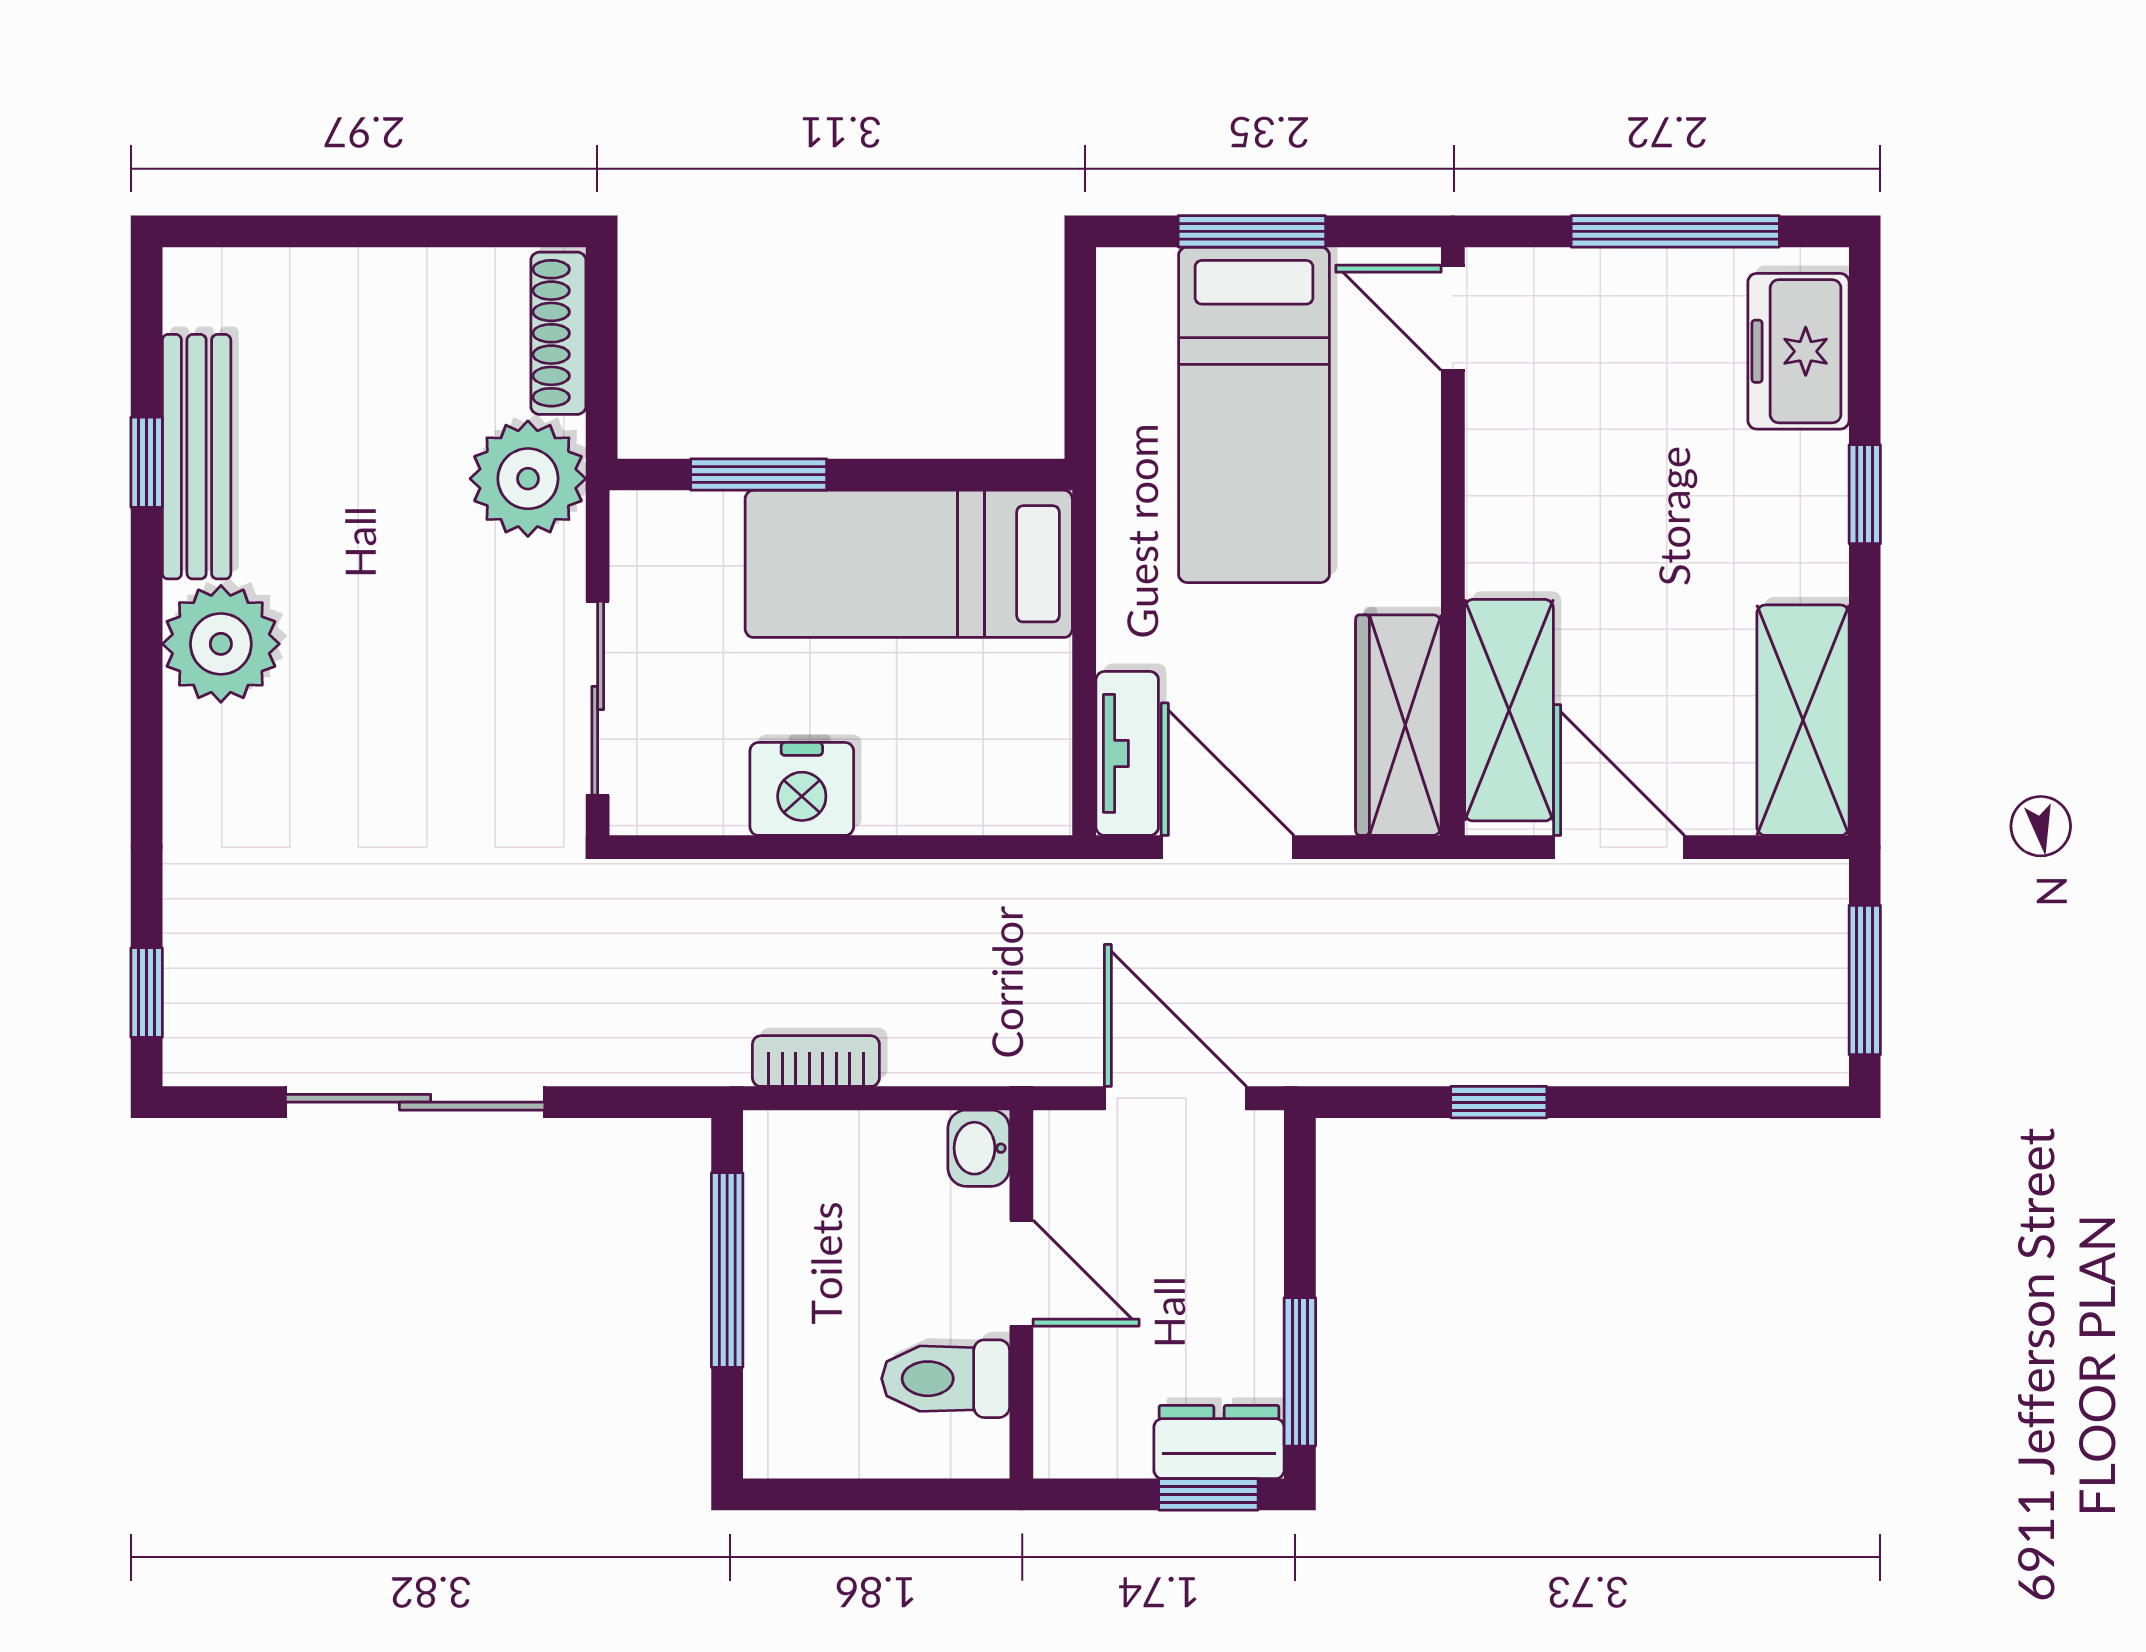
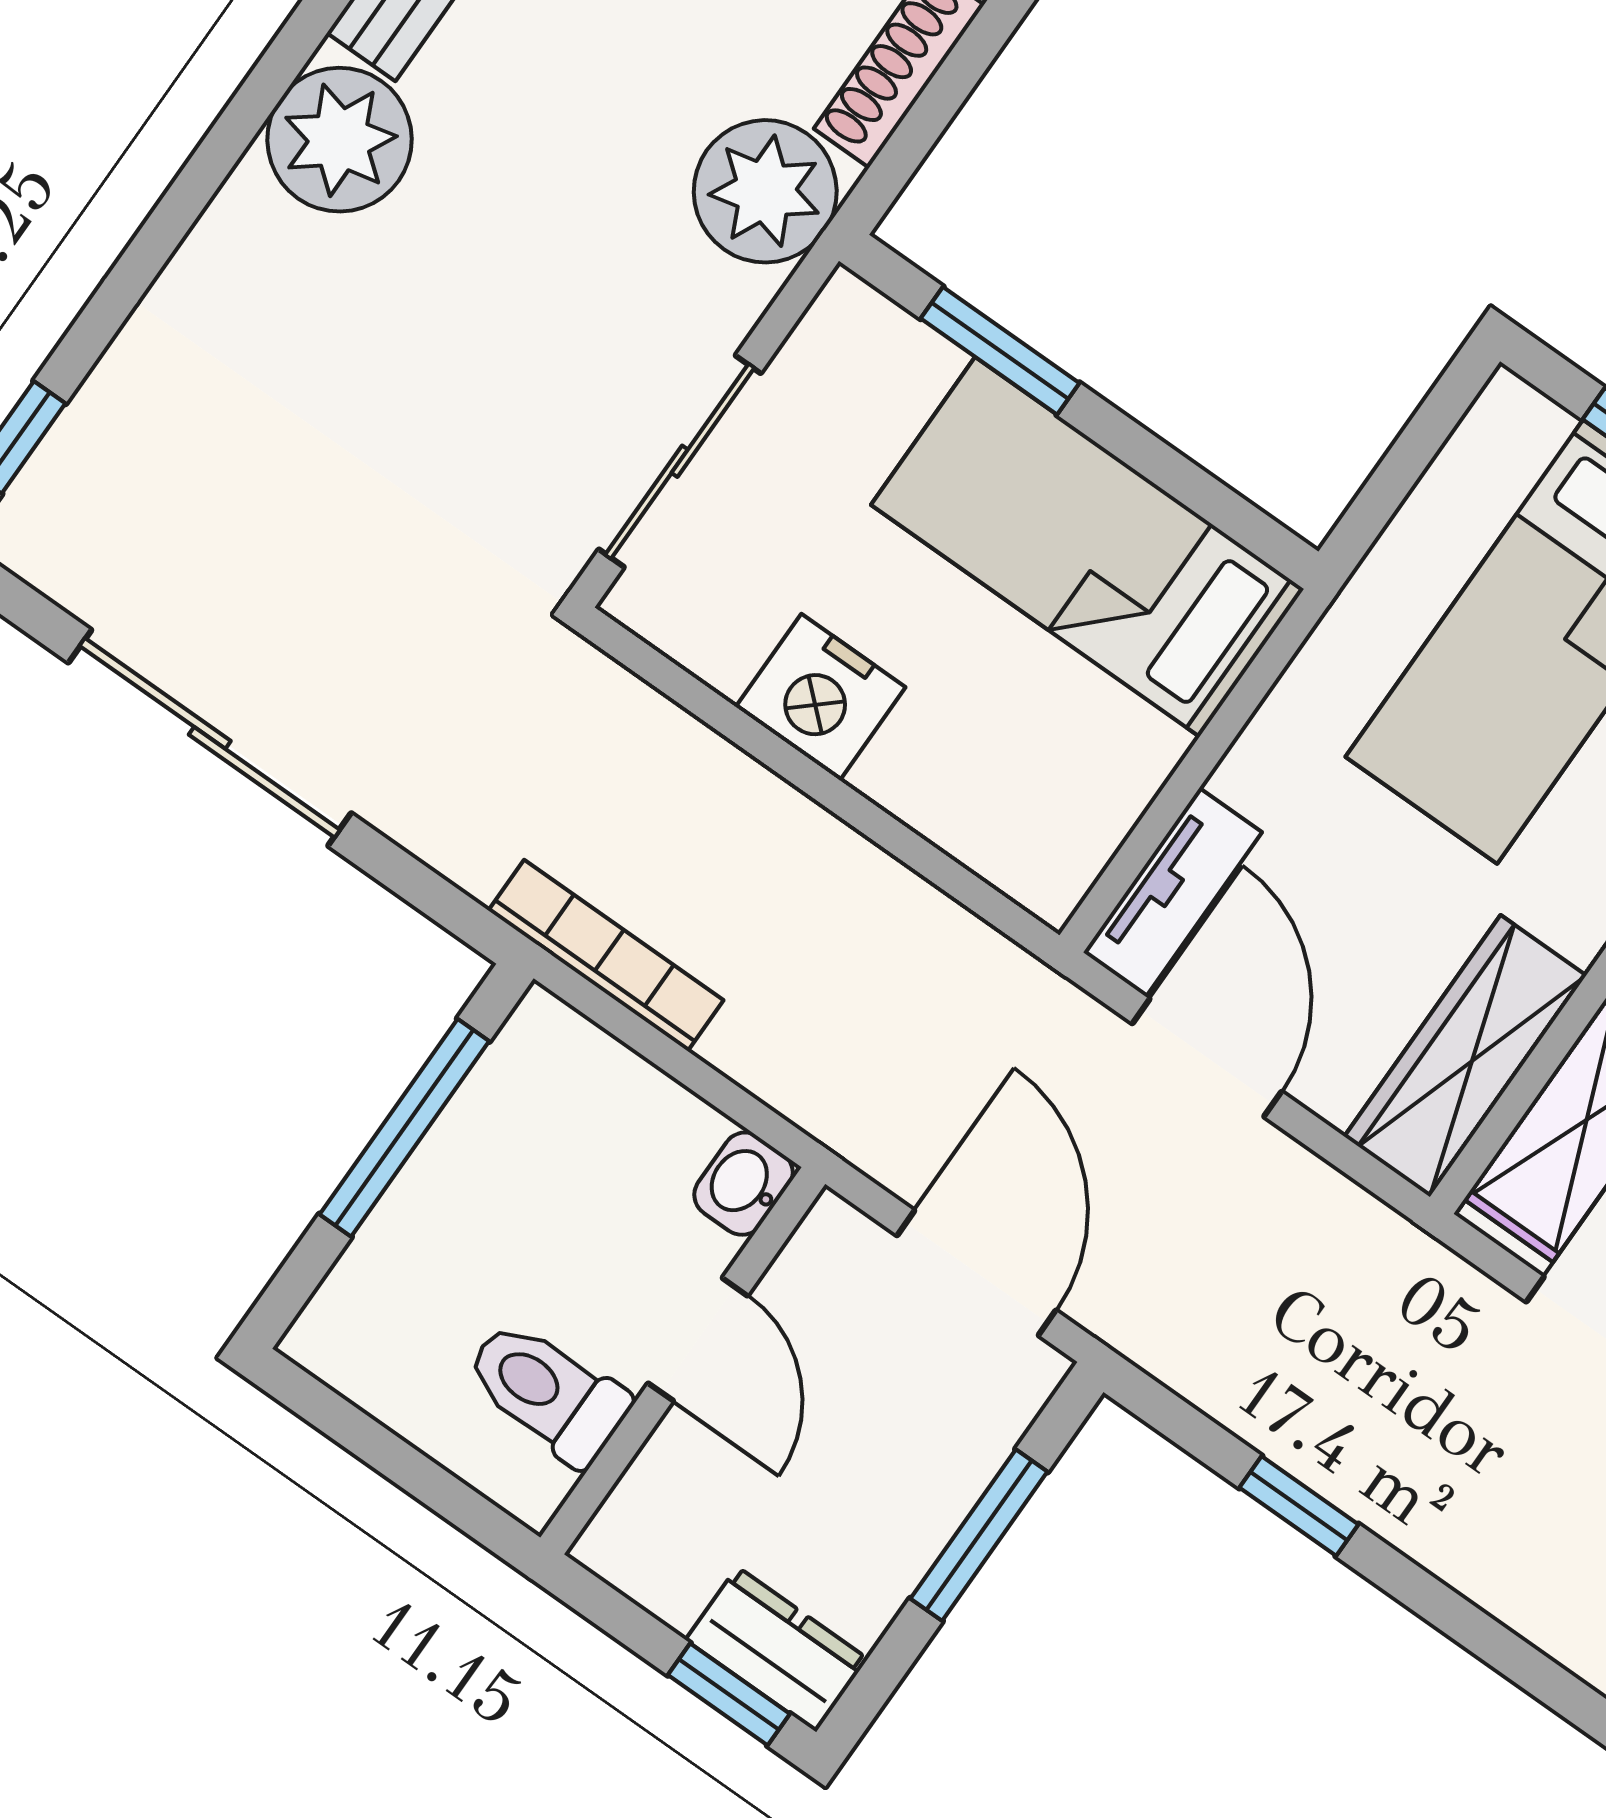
bookcase: (816, 1061) -> (606, 955), width x1.56
window: (1300, 1372) -> (979, 1535), moved

